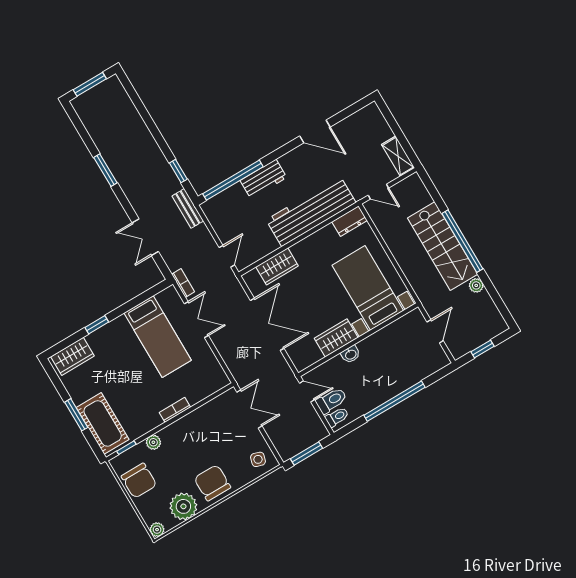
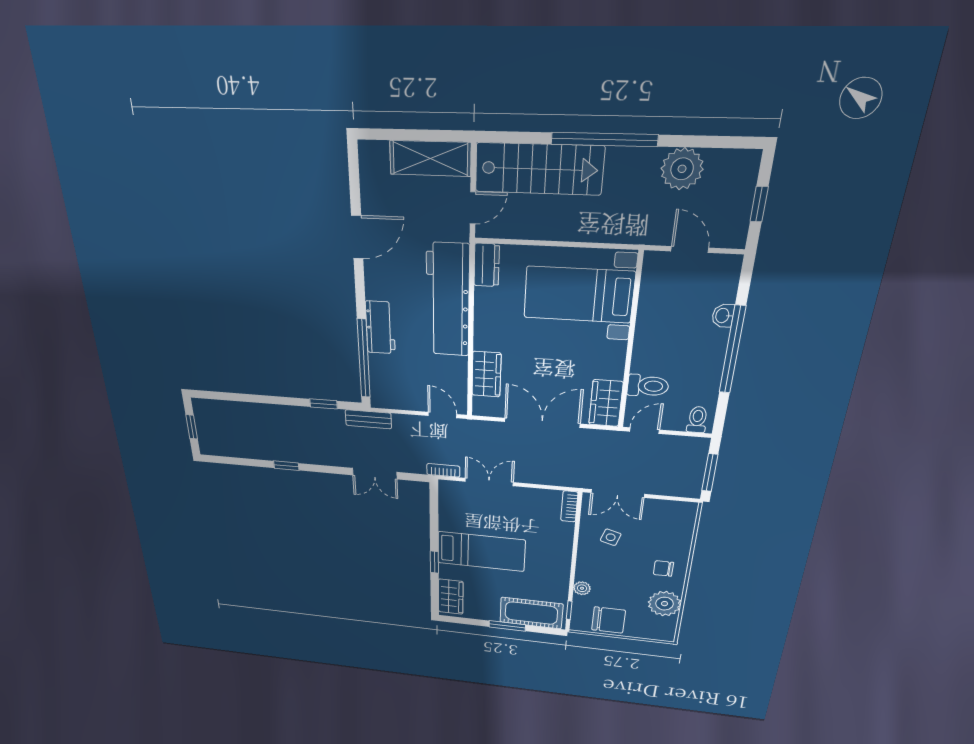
window: (90, 84) -> (192, 427), width x0.67
shelving: (398, 156) -> (430, 158), width x1.50, depth x1.33
window: (105, 170) -> (286, 466), width x0.67
stairs: (443, 246) -> (539, 169), moved
plant: (476, 285) -> (682, 169), width x1.87, depth x1.87
bed: (158, 337) -> (481, 551), moved
wardrobe: (336, 338) -> (606, 403), moved
washbasin: (351, 354) -> (723, 316), moved, turned 180
toilet: (331, 400) -> (648, 386), moved, turned 90
double door: (249, 409) -> (618, 493), swing flipped
bookcase: (175, 410) -> (569, 506), moved
side table: (258, 459) -> (611, 537), moved
chair: (212, 483) -> (663, 568), width x0.54, depth x0.54
plant: (157, 530) -> (667, 635), removed

